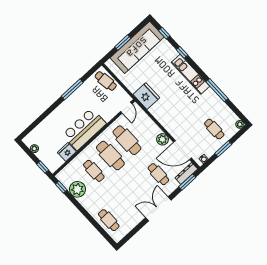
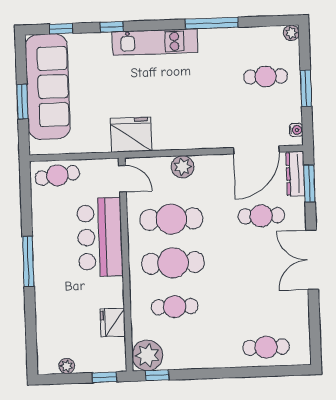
window: (72, 89) -> (28, 261), moved
bar counter: (84, 129) -> (100, 237), moved
plant: (163, 139) -> (183, 167), moved
plant: (77, 189) -> (147, 355), moved

